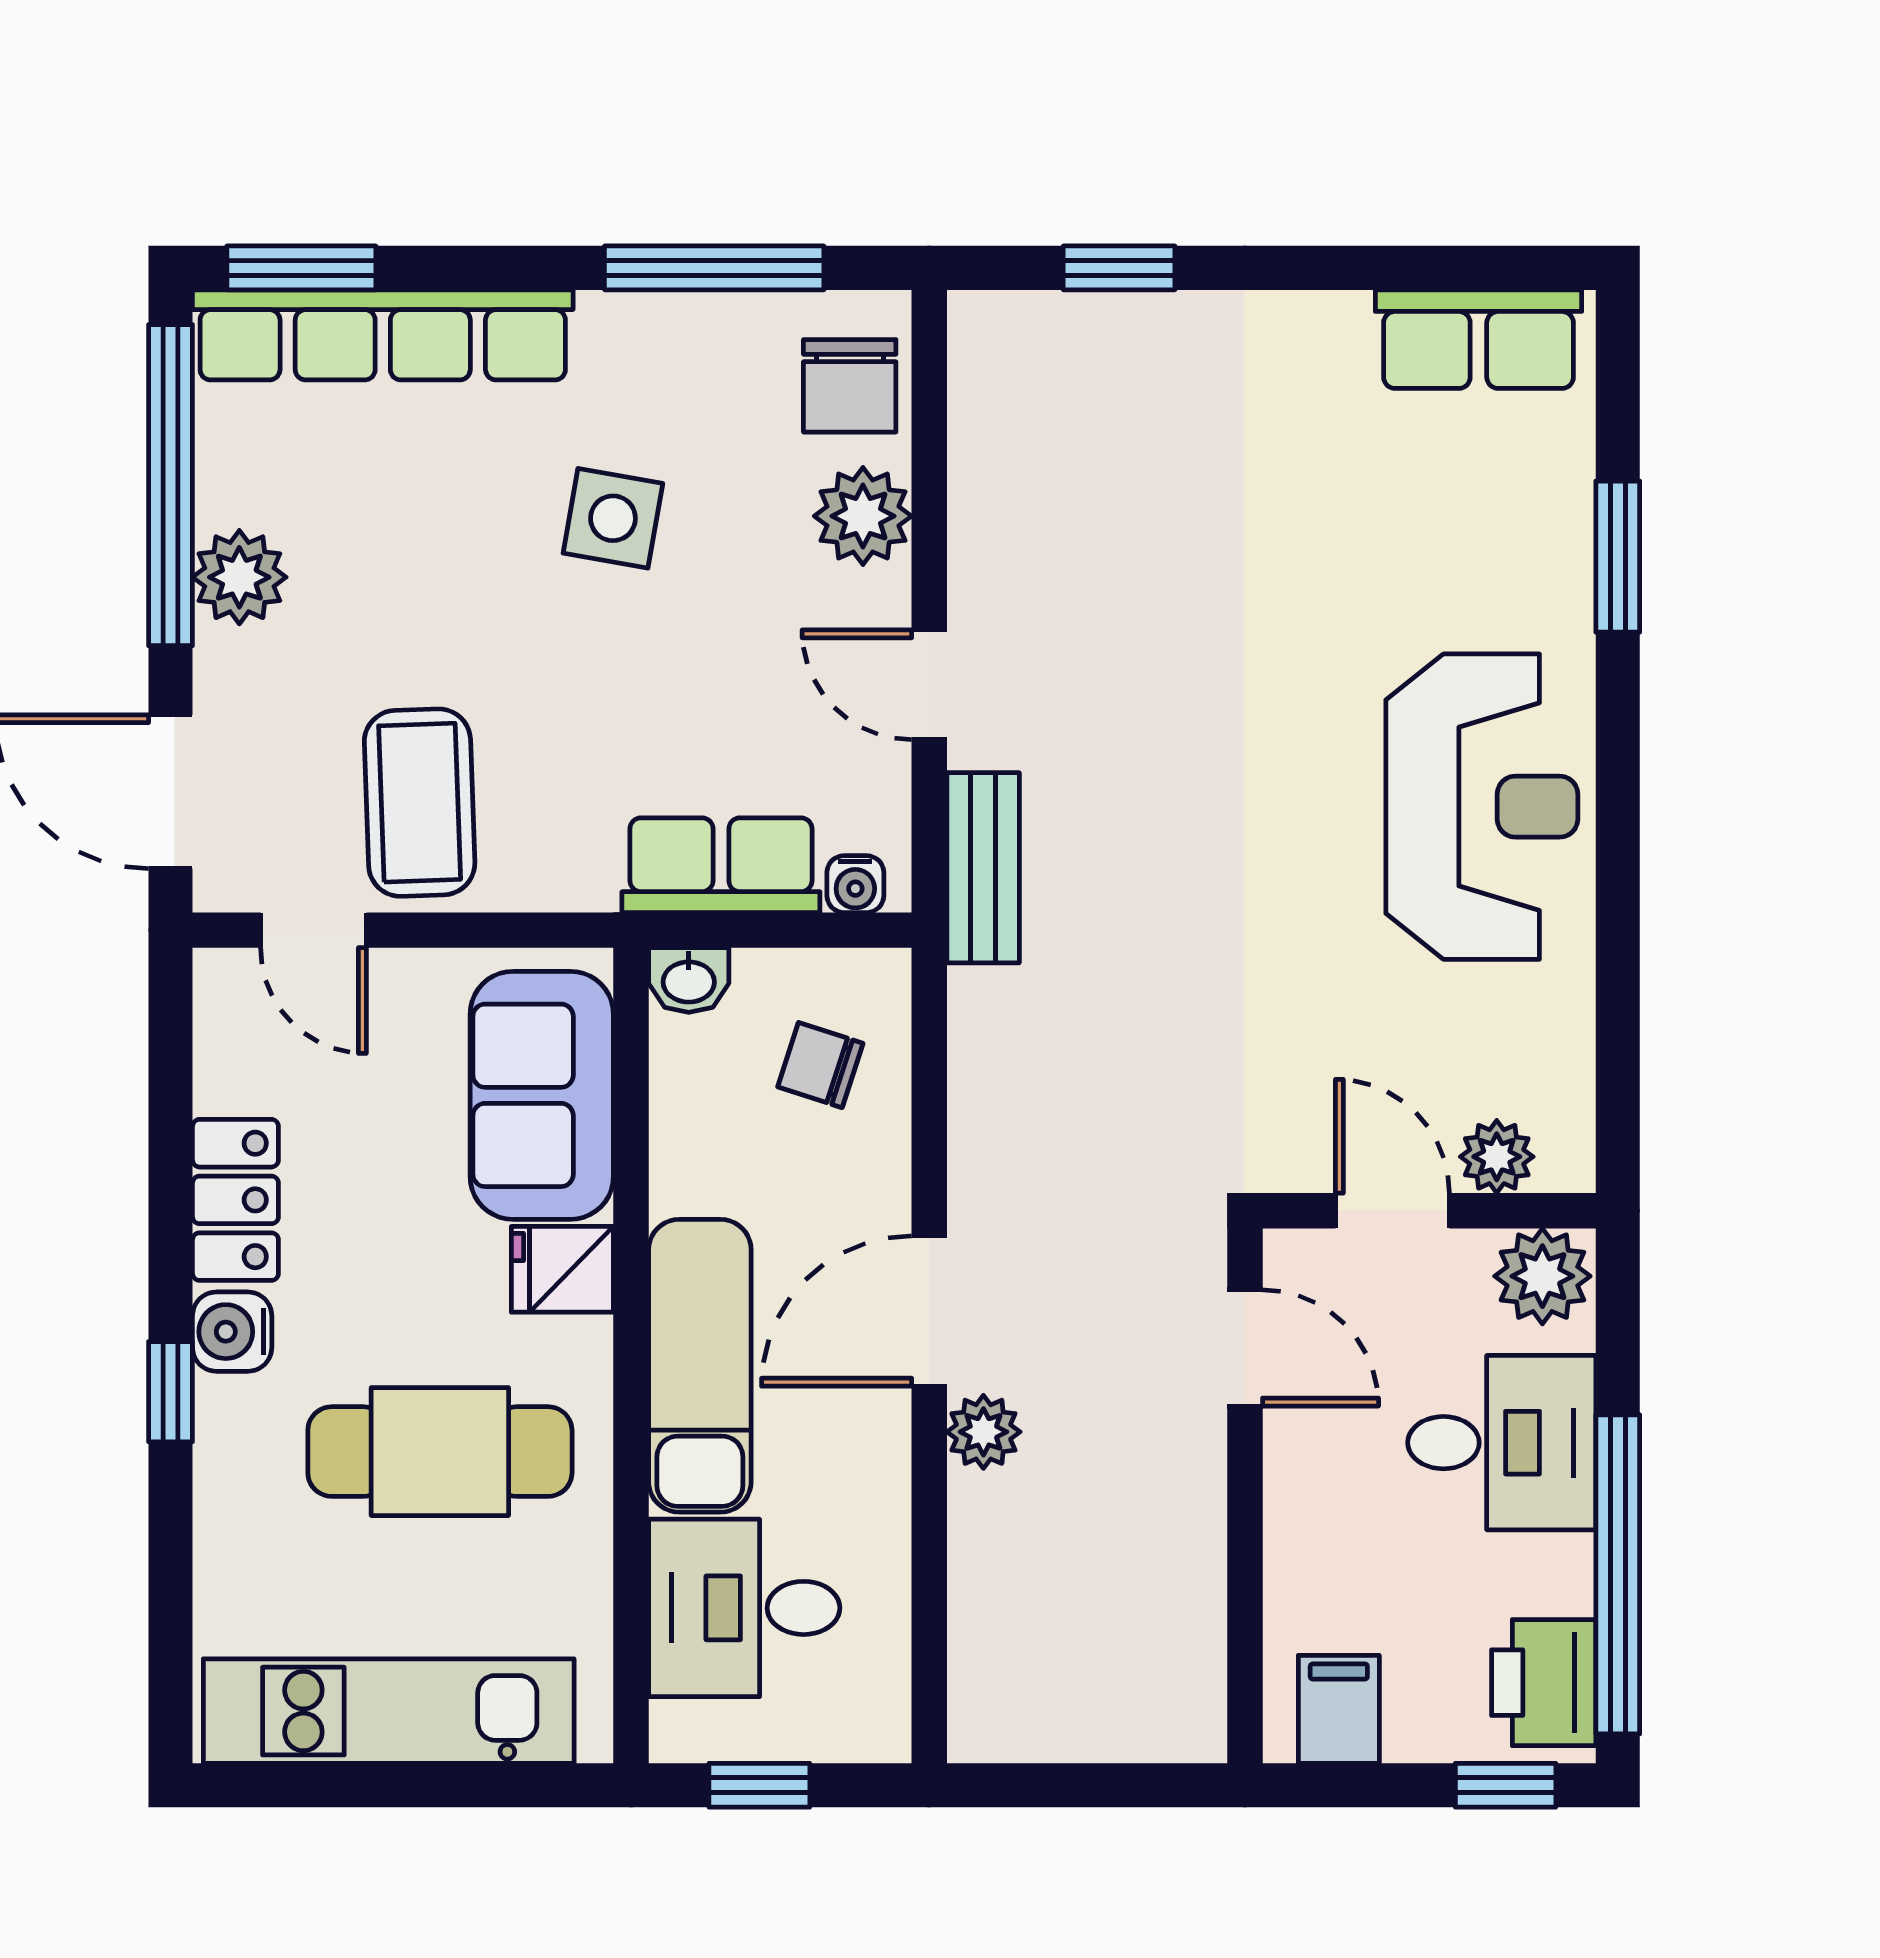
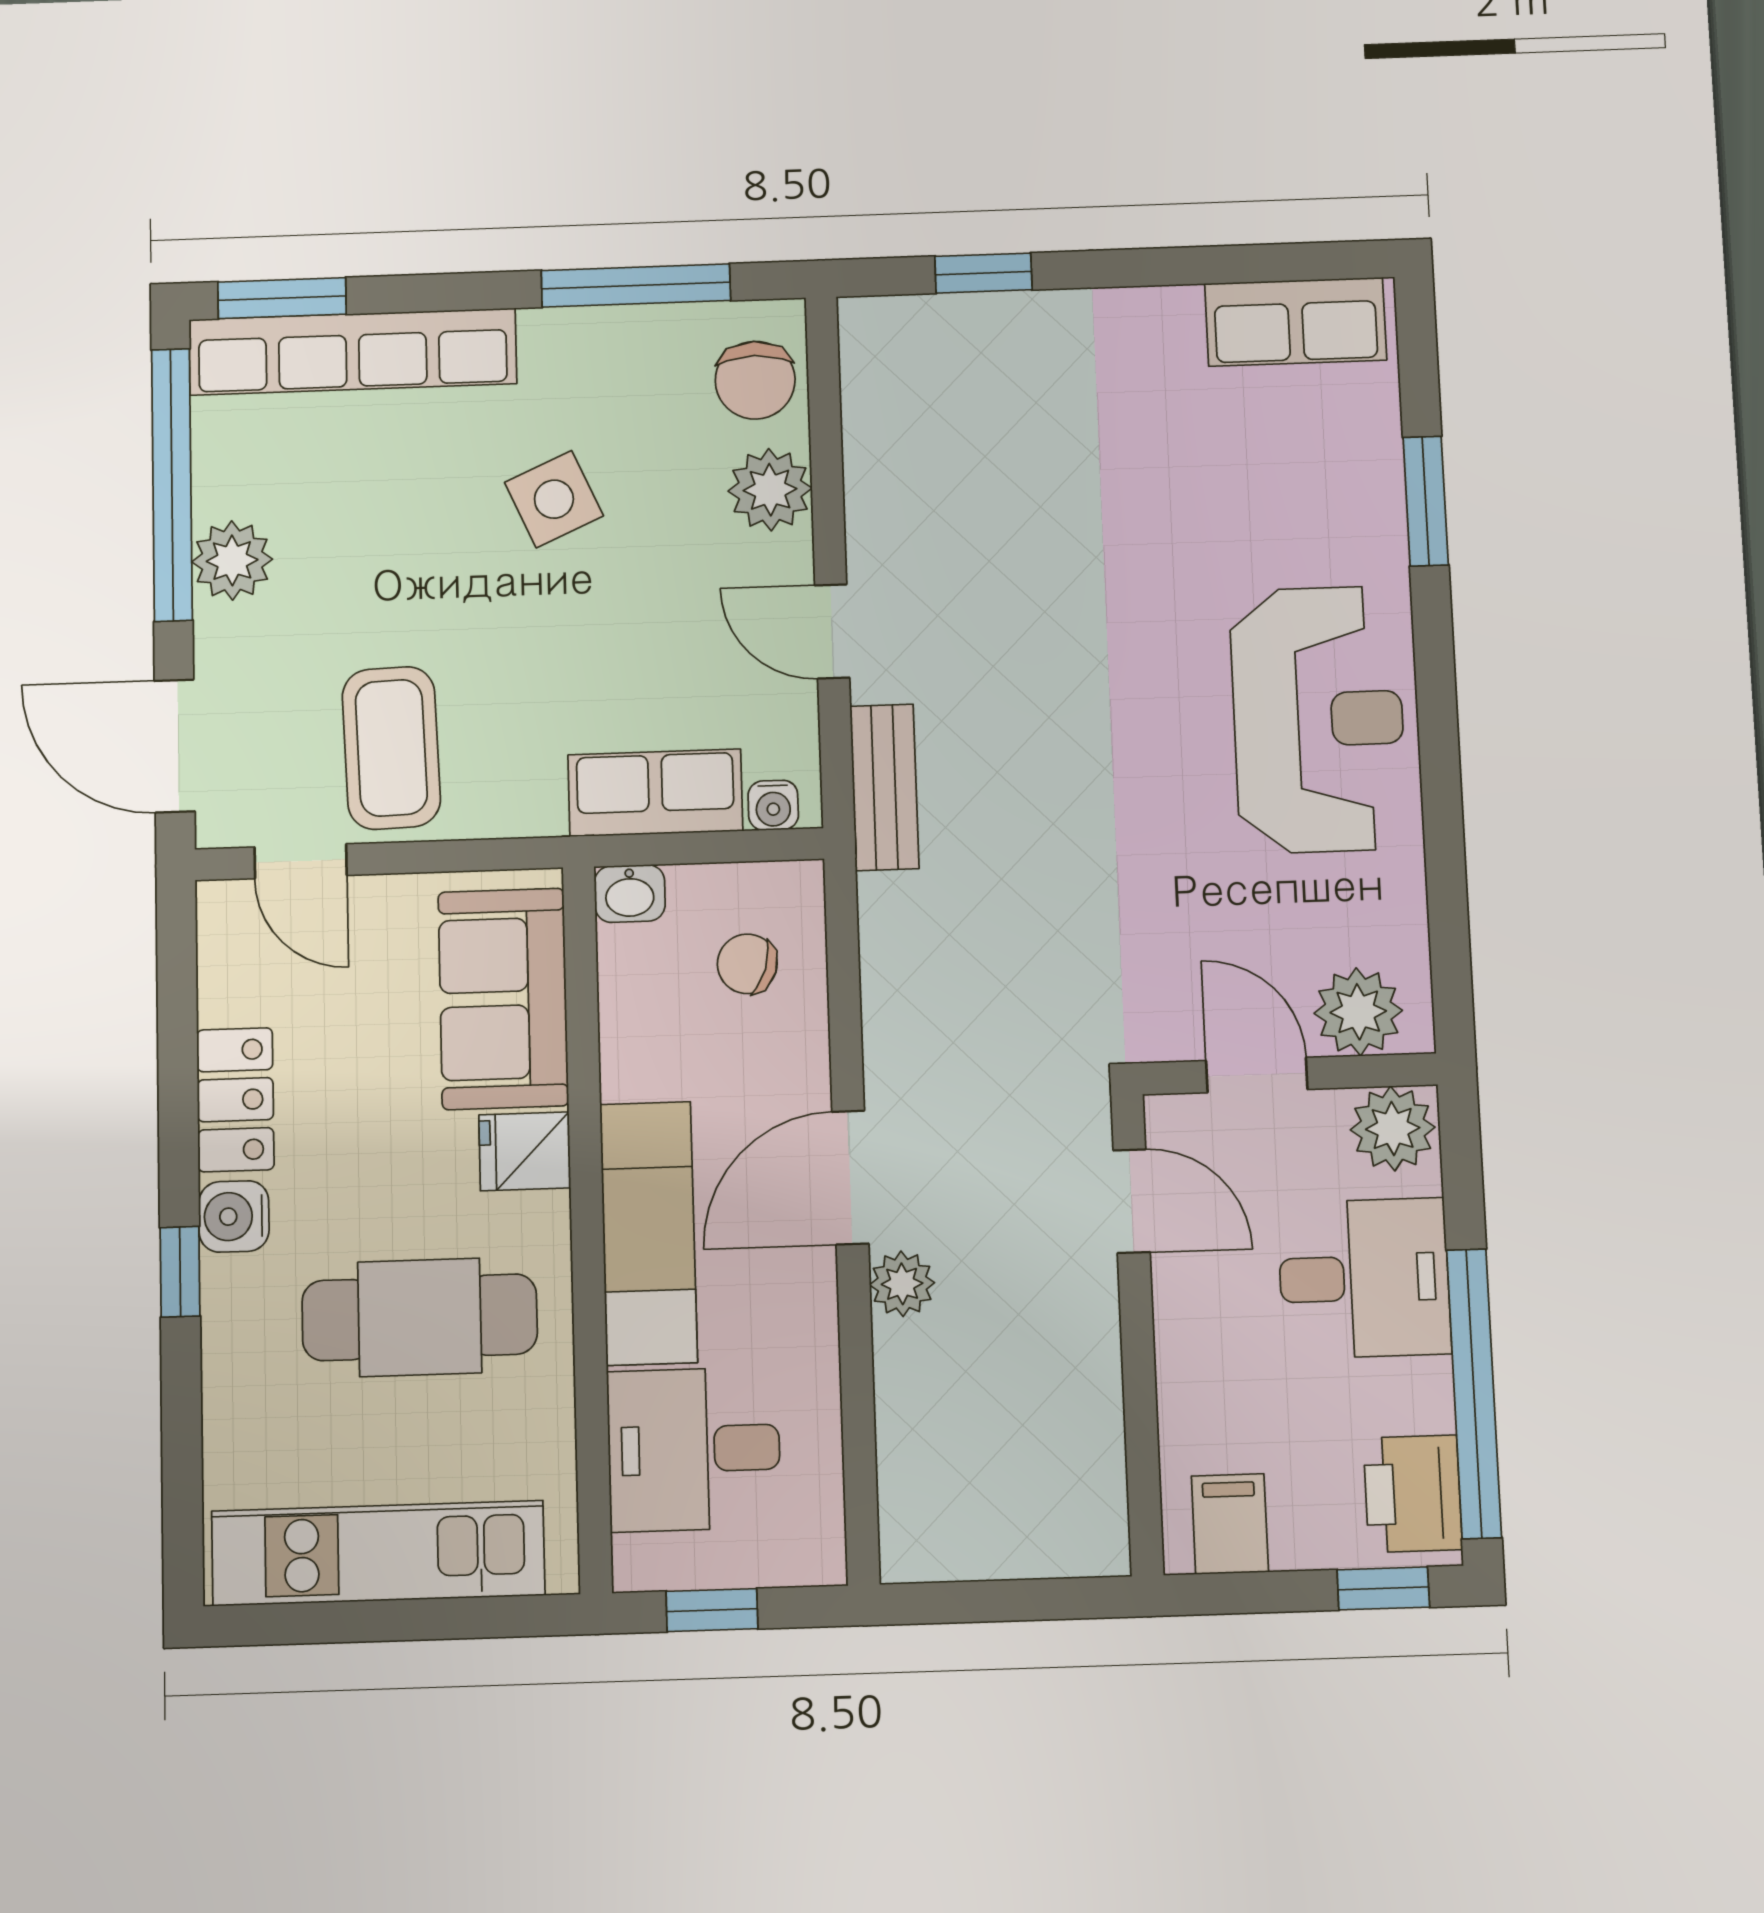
side table: (613, 518) -> (554, 499), turned -34
plant: (1497, 1157) -> (1358, 1012), width x1.38, depth x1.38

